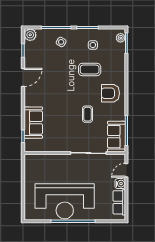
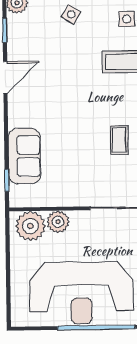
plant: (52, 161) -> (58, 222), added
plant: (36, 163) -> (30, 226), added

